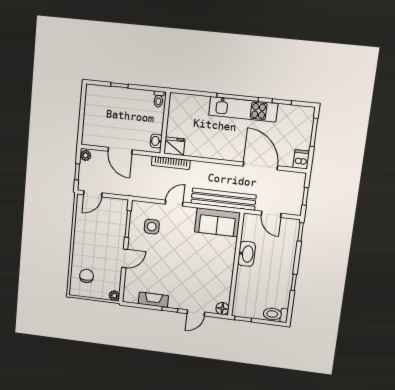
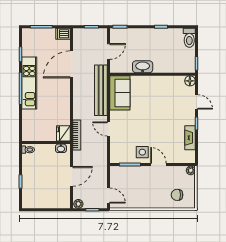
side table: (152, 227) -> (142, 152), moved

